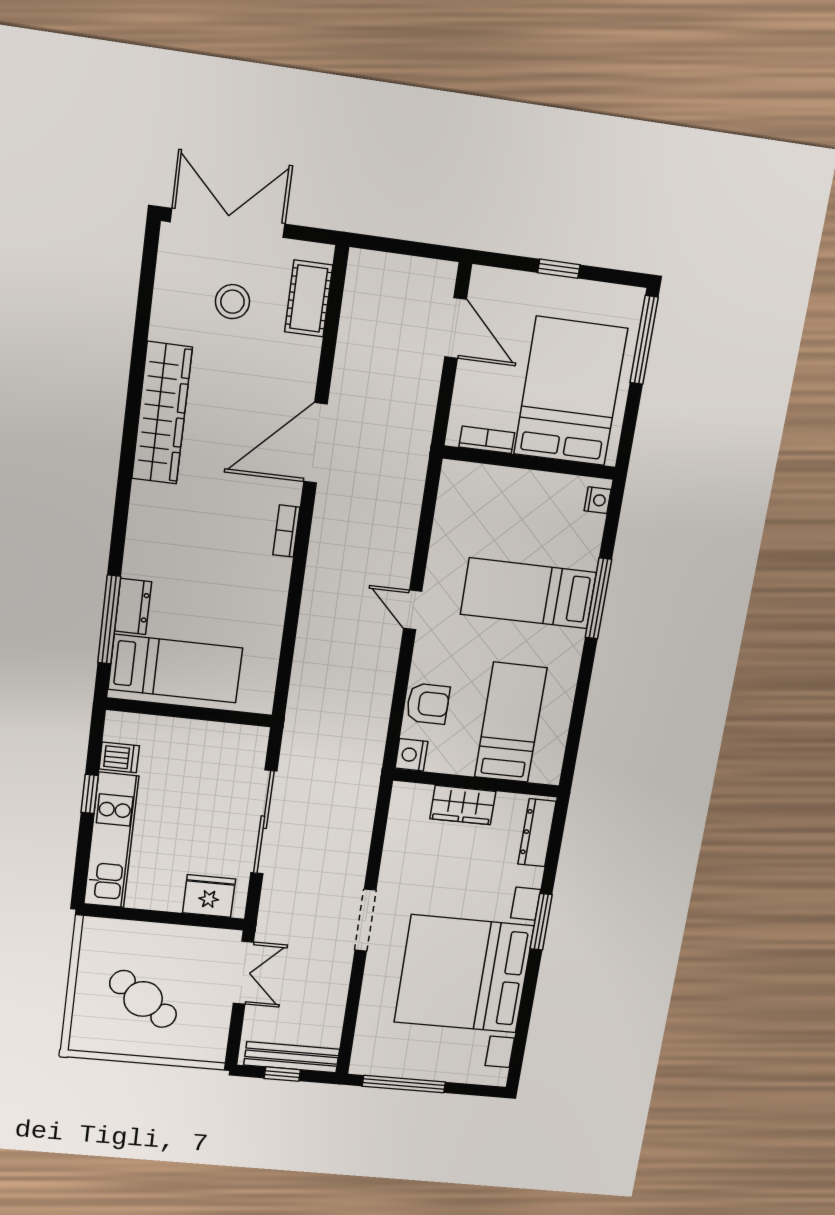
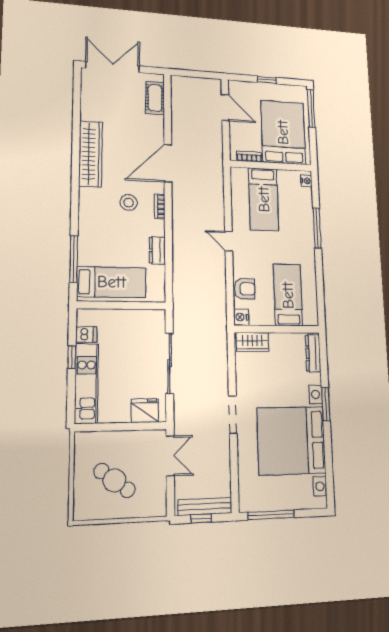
stool: (232, 302) -> (129, 203), moved
bed: (528, 593) -> (264, 199), moved, turned -90
dresser: (133, 606) -> (157, 250), moved, turned 180
wardrobe: (463, 805) -> (252, 342), moved

